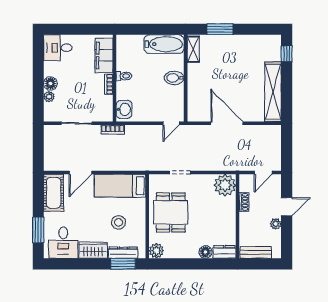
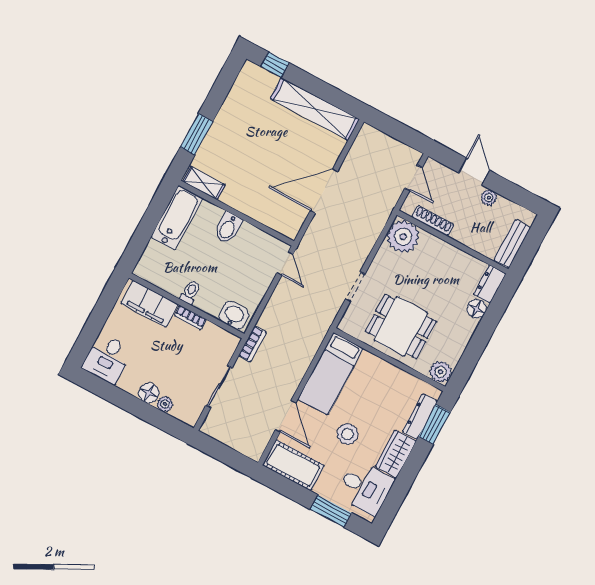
shoe rack: (244, 202) -> (433, 221), width x1.43
stool: (119, 222) -> (348, 434), moved

